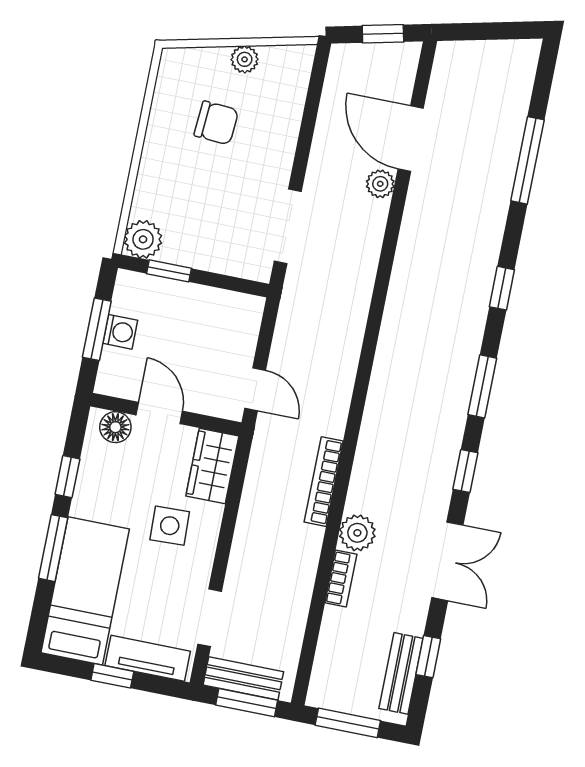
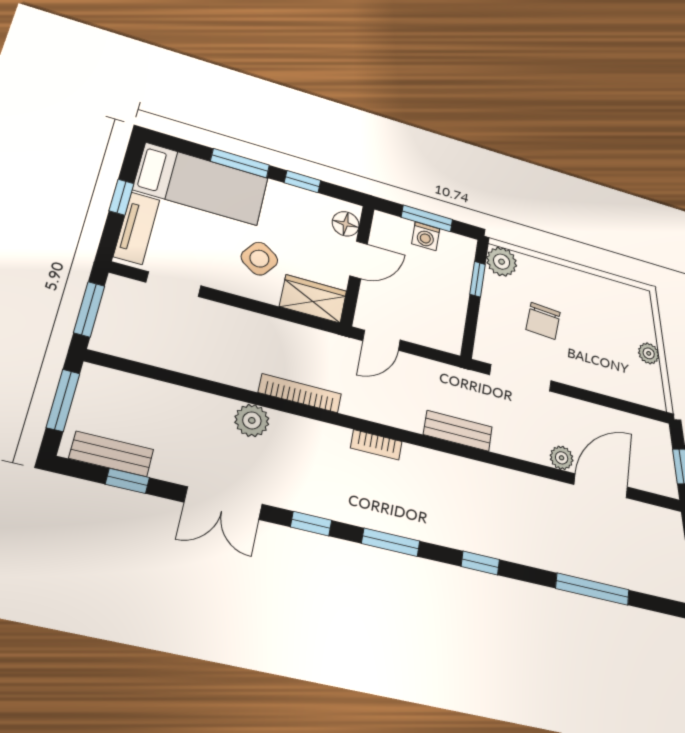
chair: (216, 123) -> (543, 321), moved
side table: (170, 526) -> (259, 259), turned 37
bookcase: (341, 579) -> (376, 445), moved
bench: (243, 678) -> (458, 431), moved, turned 90

